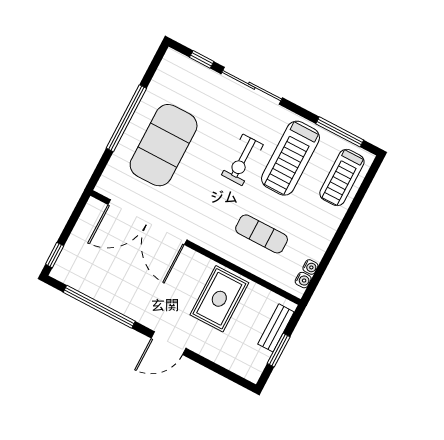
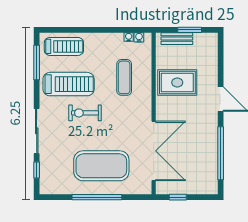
exercise bike: (242, 160) -> (85, 113), turned 180
window: (55, 255) -> (178, 197), moved

